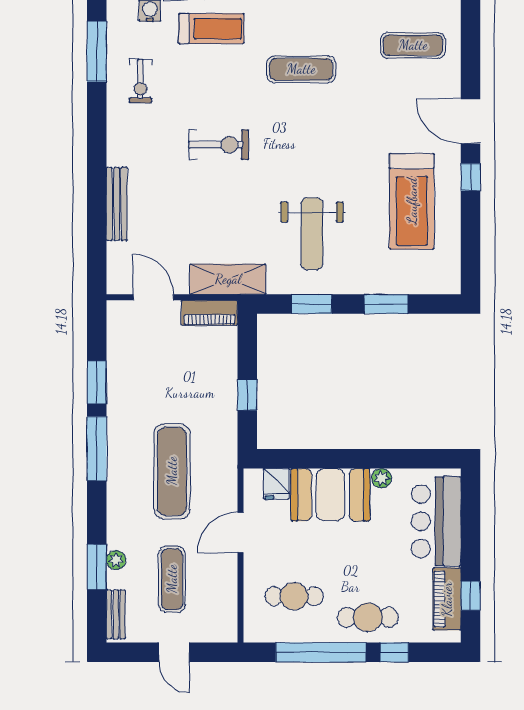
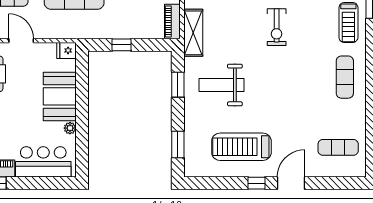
exercise mat: (413, 45) -> (338, 147), turned 90
exercise mat: (301, 69) -> (345, 77), moved
window: (386, 304) -> (178, 144), moved
fridge: (276, 484) -> (67, 50), moved
door: (240, 533) -> (21, 41), moved

